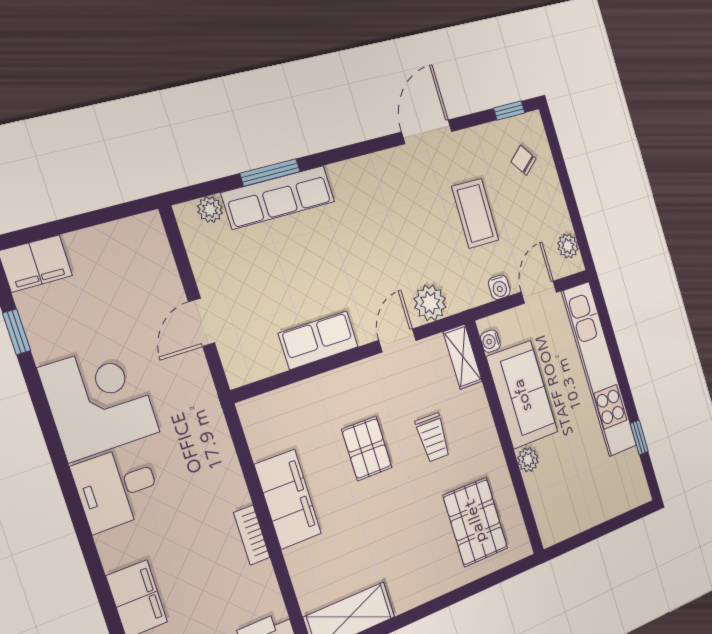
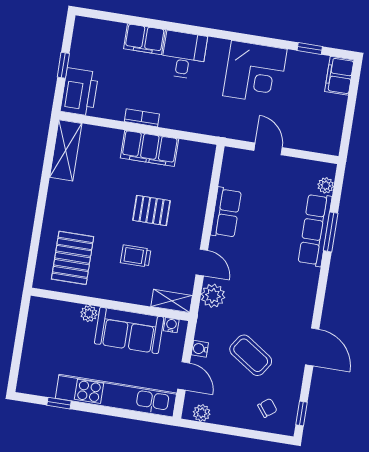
coffee table: (475, 213) -> (251, 355), turned 33
desk: (117, 488) -> (184, 55), moved
pallet: (475, 522) -> (73, 258), turned 90

